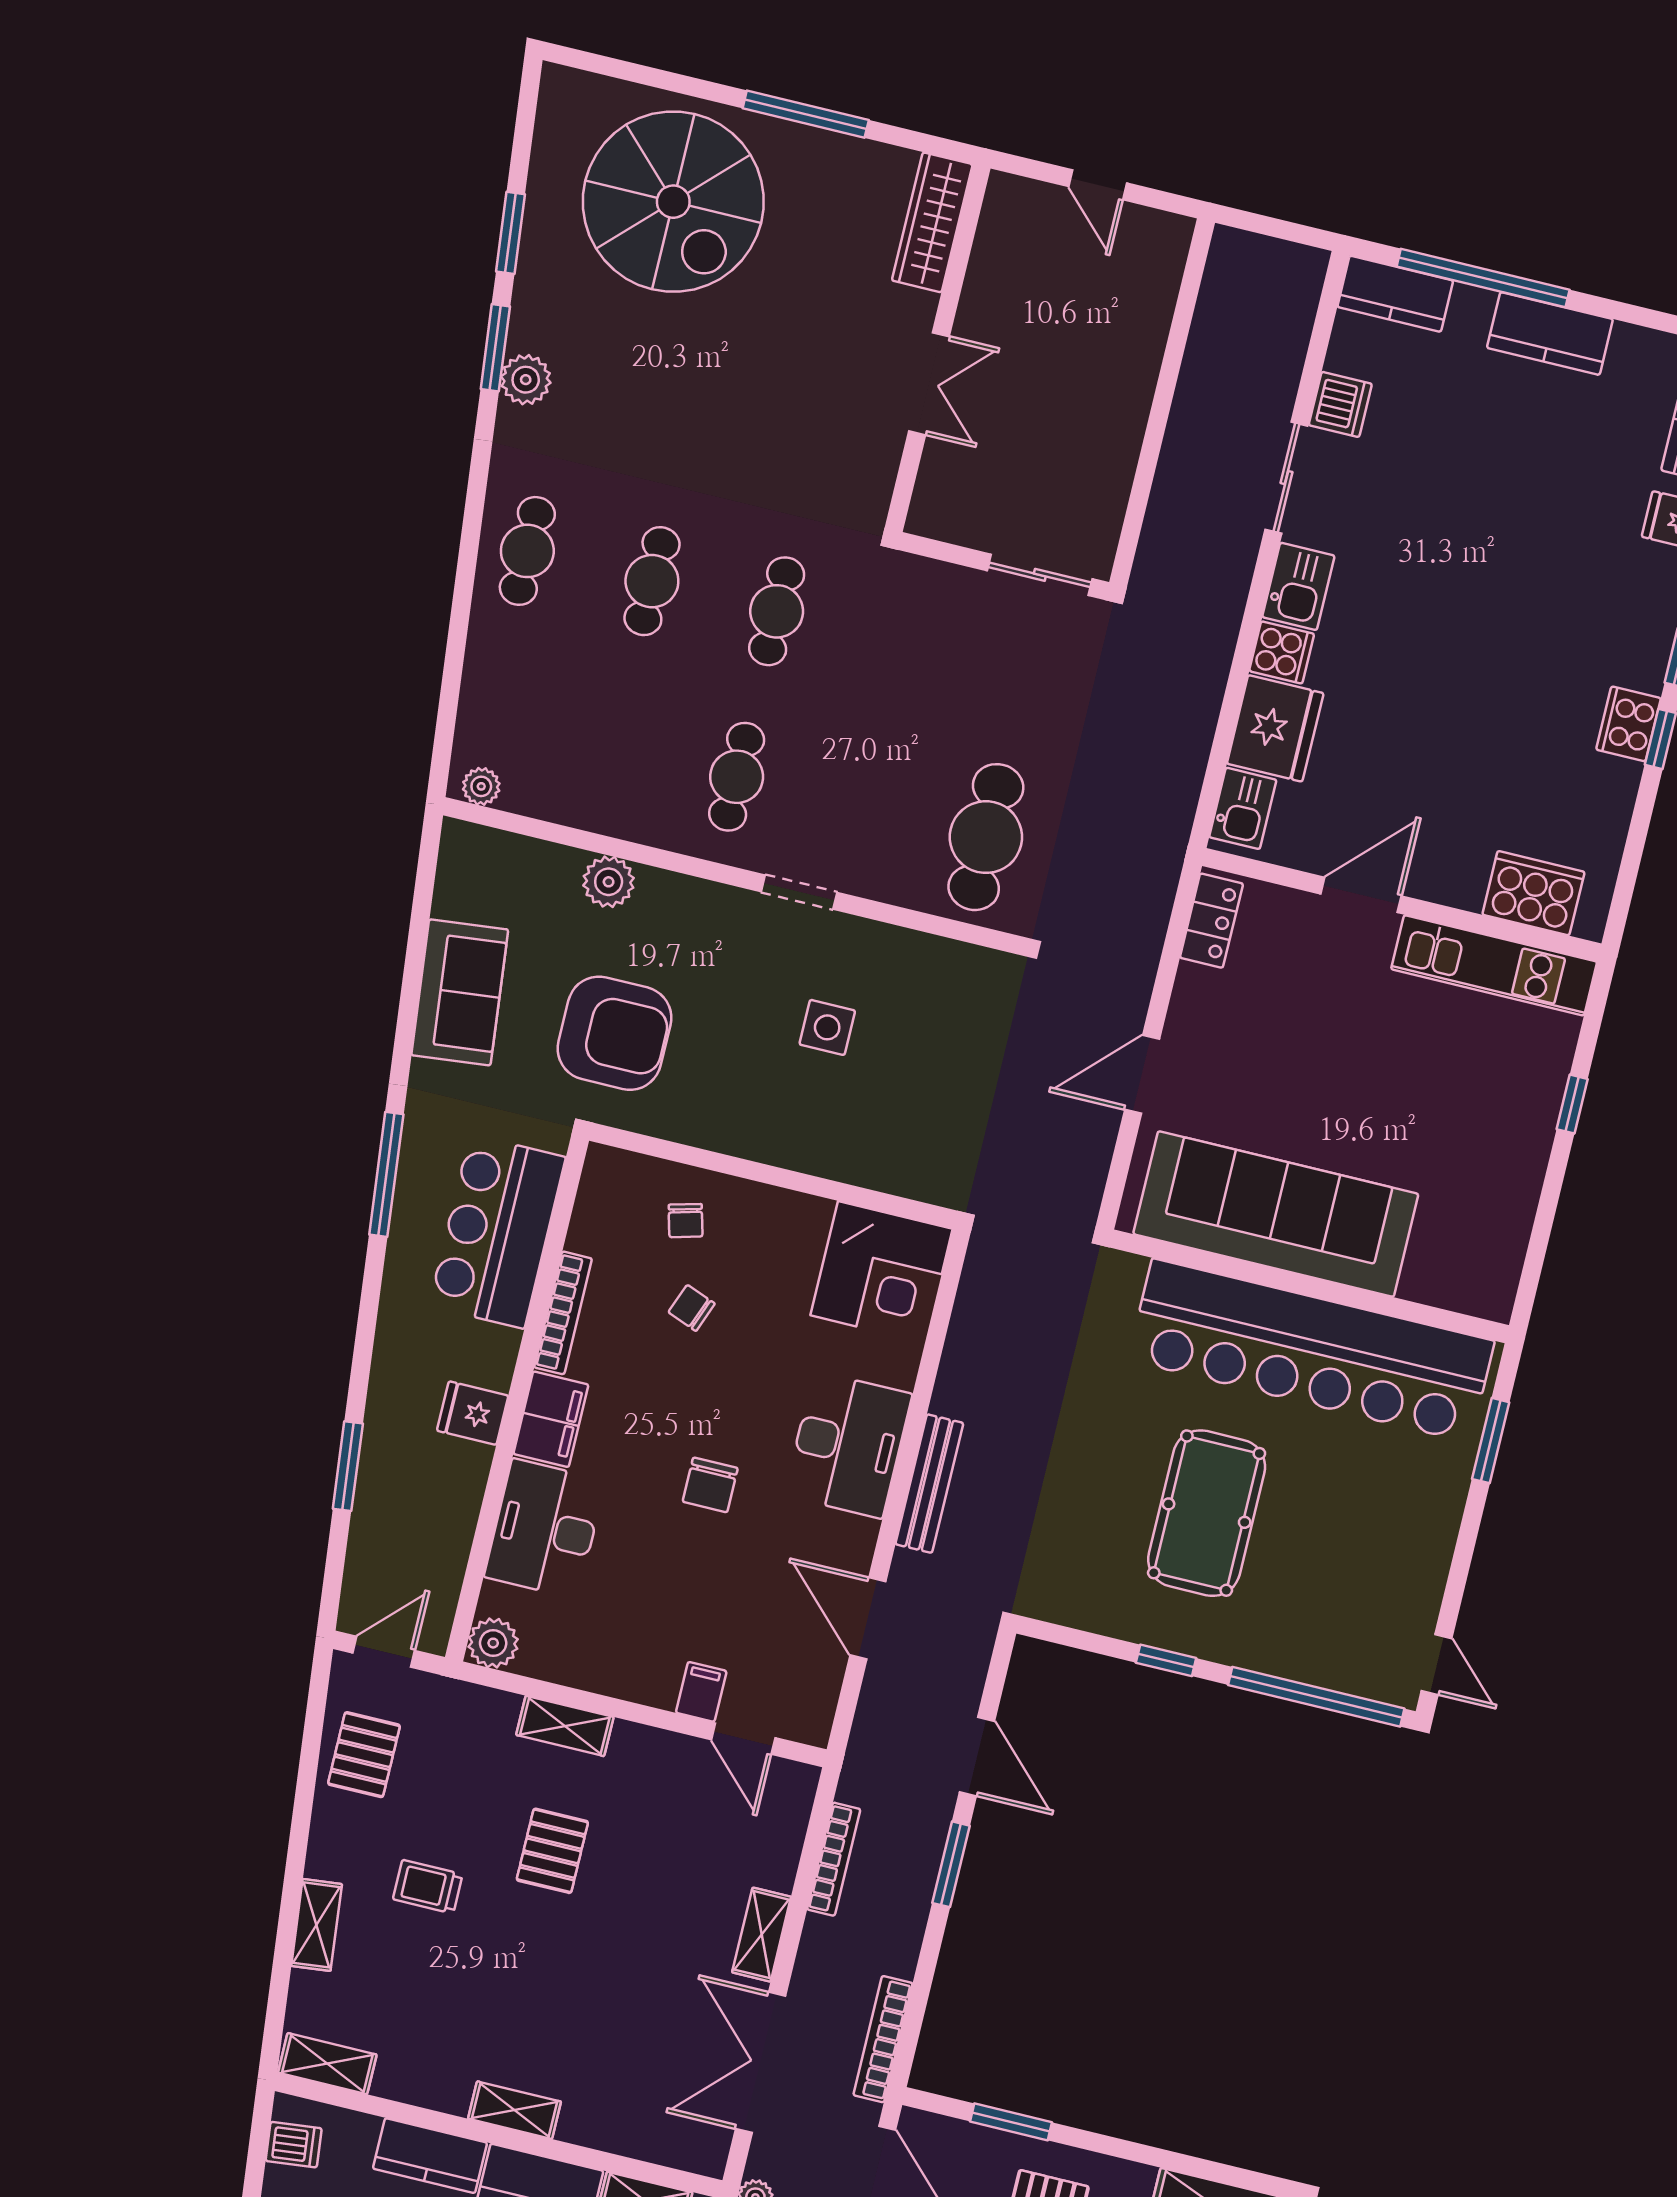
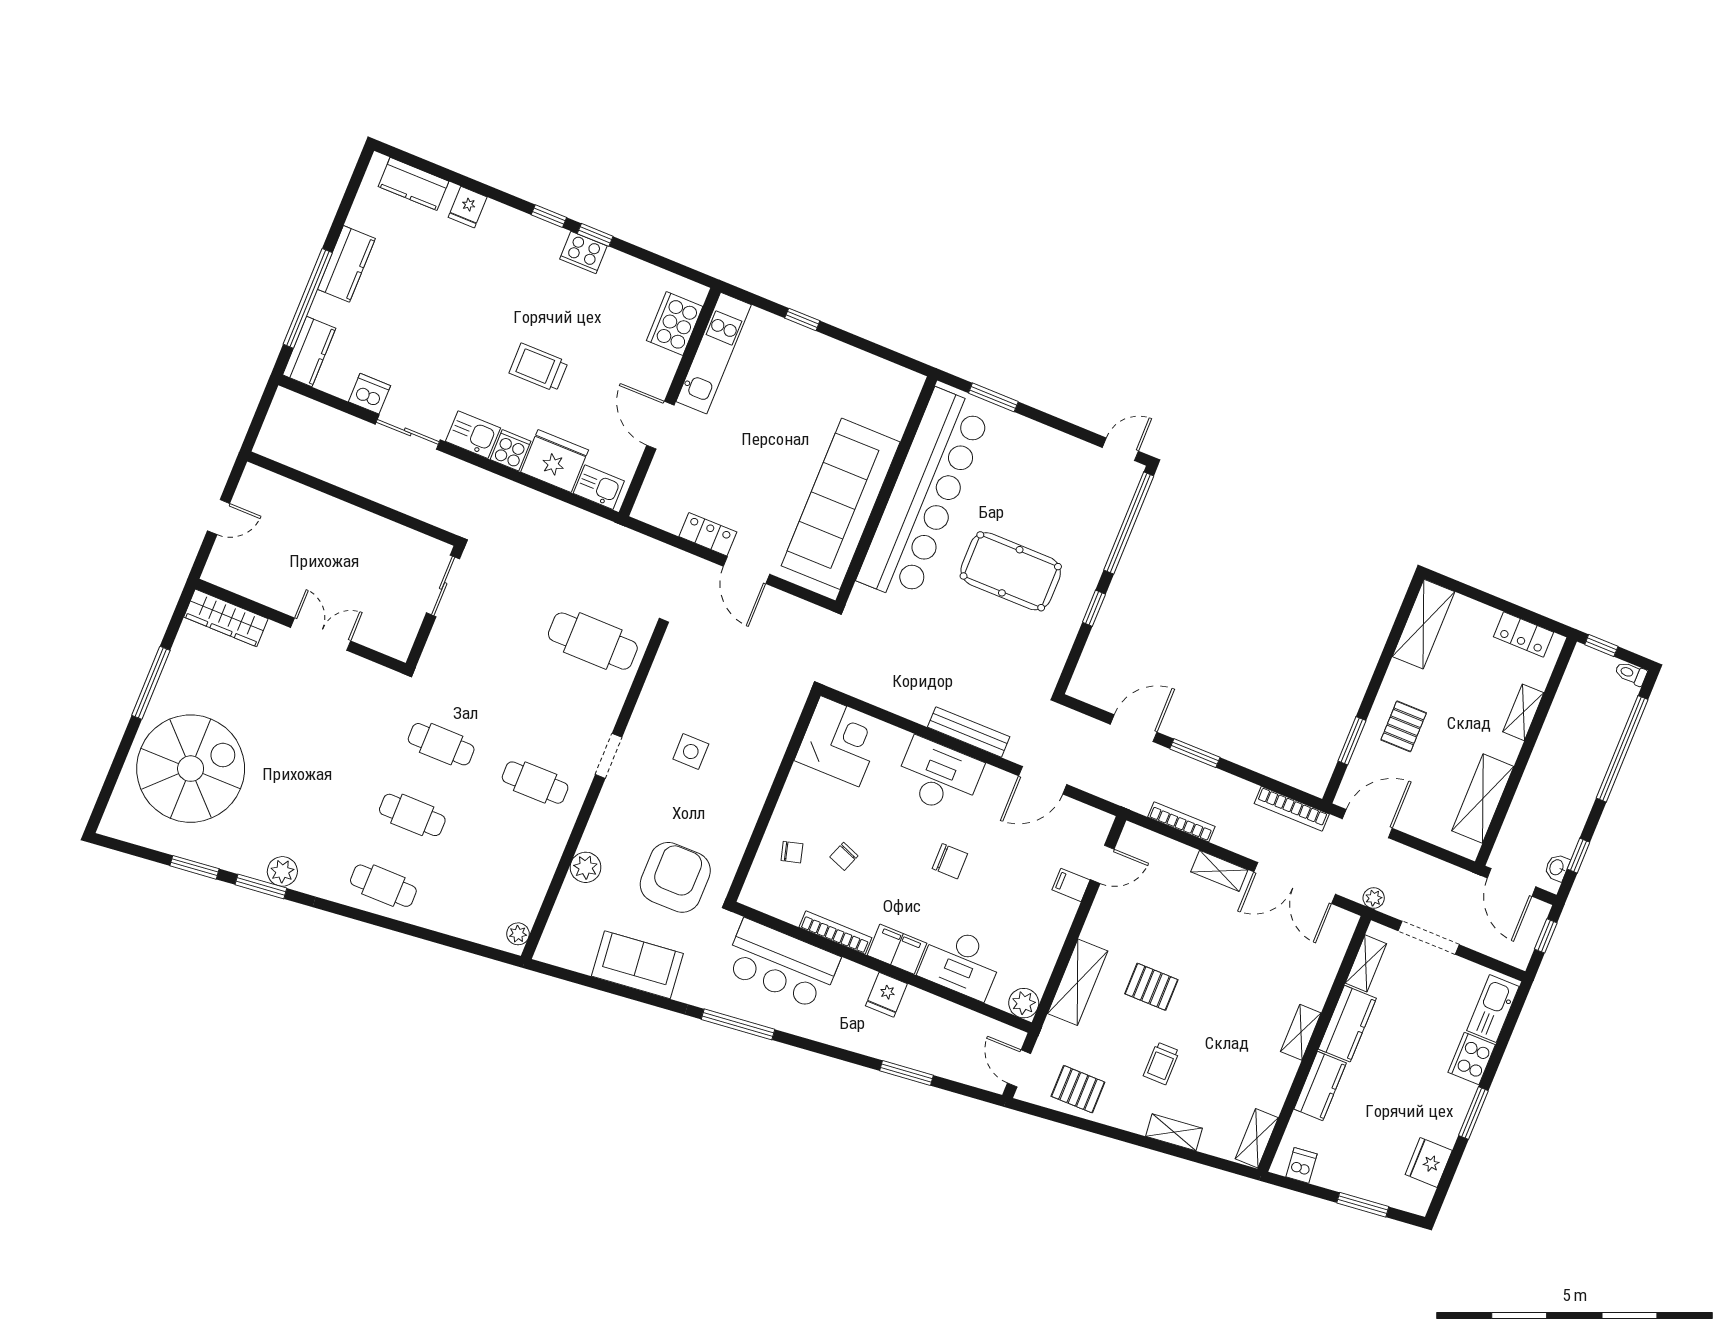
trolley: (1426, 678) -> (539, 367), added
locker: (1211, 921) -> (708, 534), moved
shelving: (565, 1726) -> (1078, 982), width x1.50, depth x1.33

